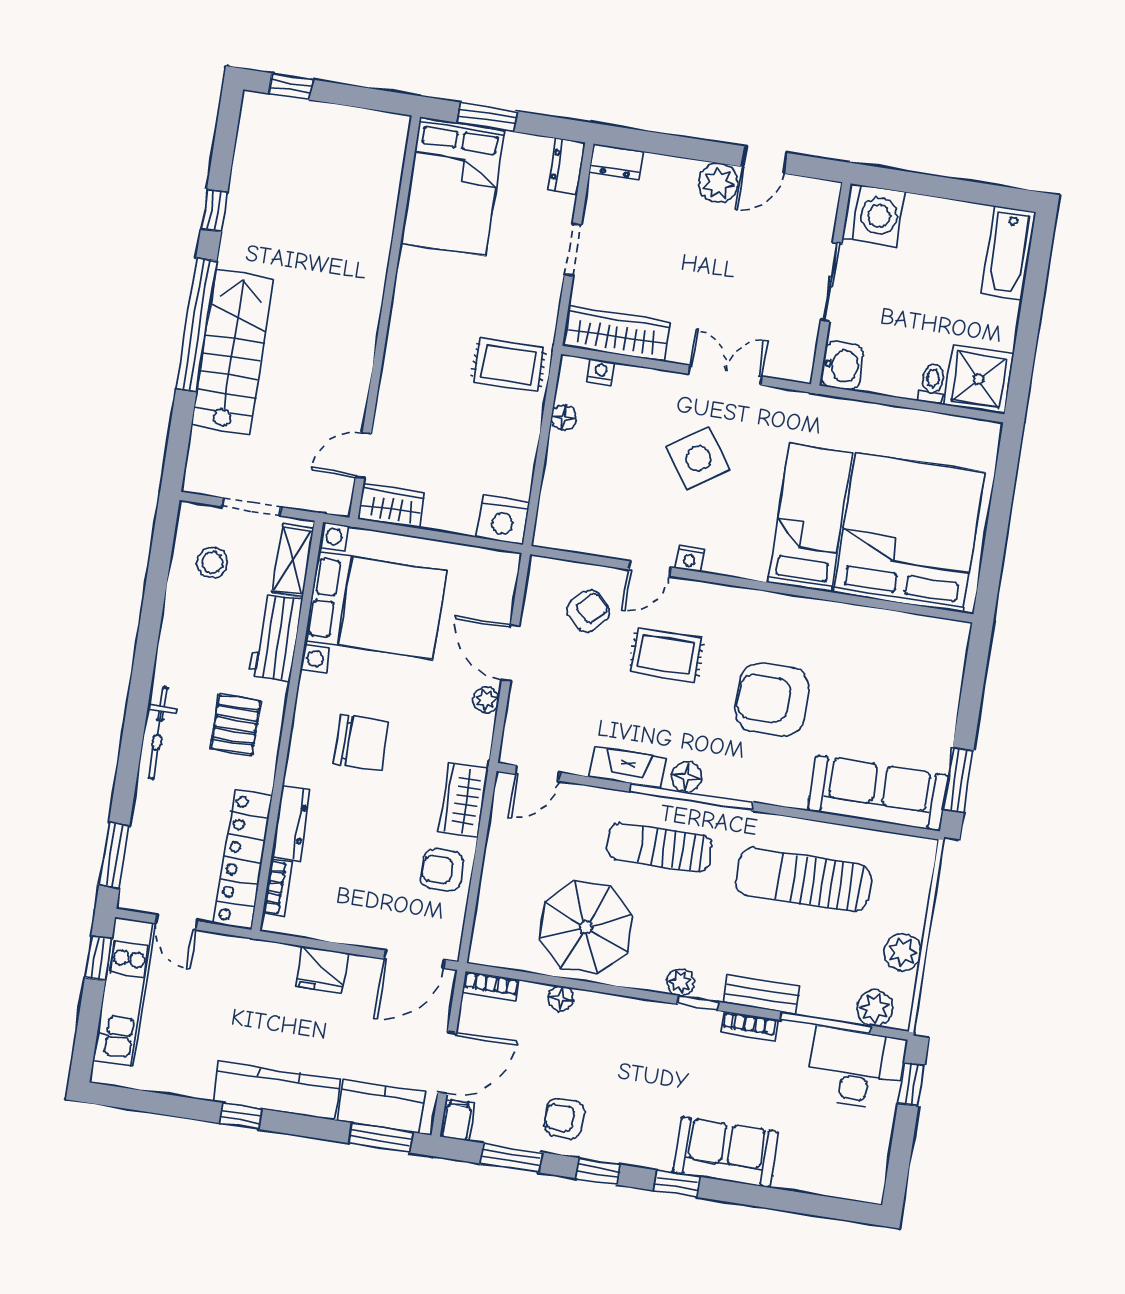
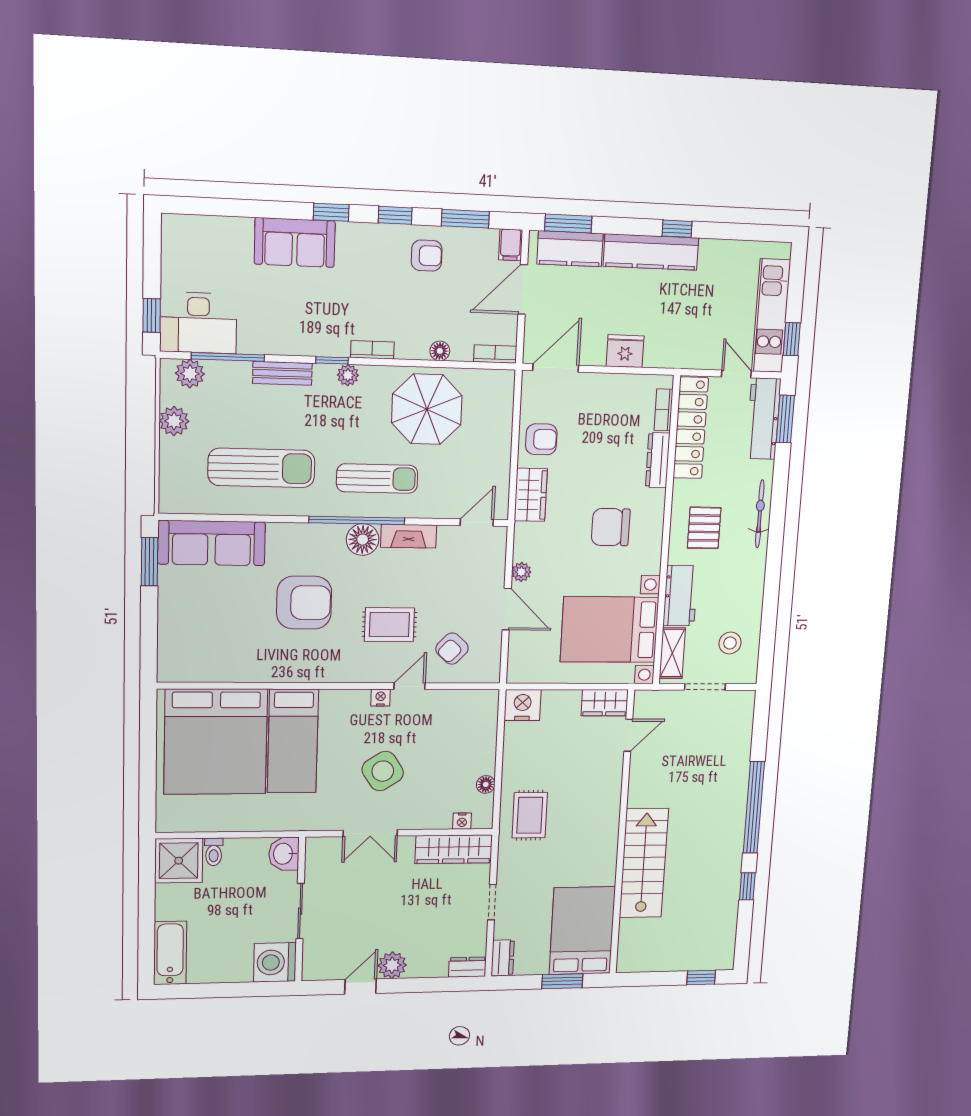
stairs: (233, 352) -> (644, 863), moved, turned 180
rug: (509, 365) -> (530, 815), turned 90
floor lamp: (686, 777) -> (363, 540), width x1.38, depth x1.38
workbench: (144, 859) -> (763, 419), added
bookcase: (749, 1026) -> (372, 350), moved

